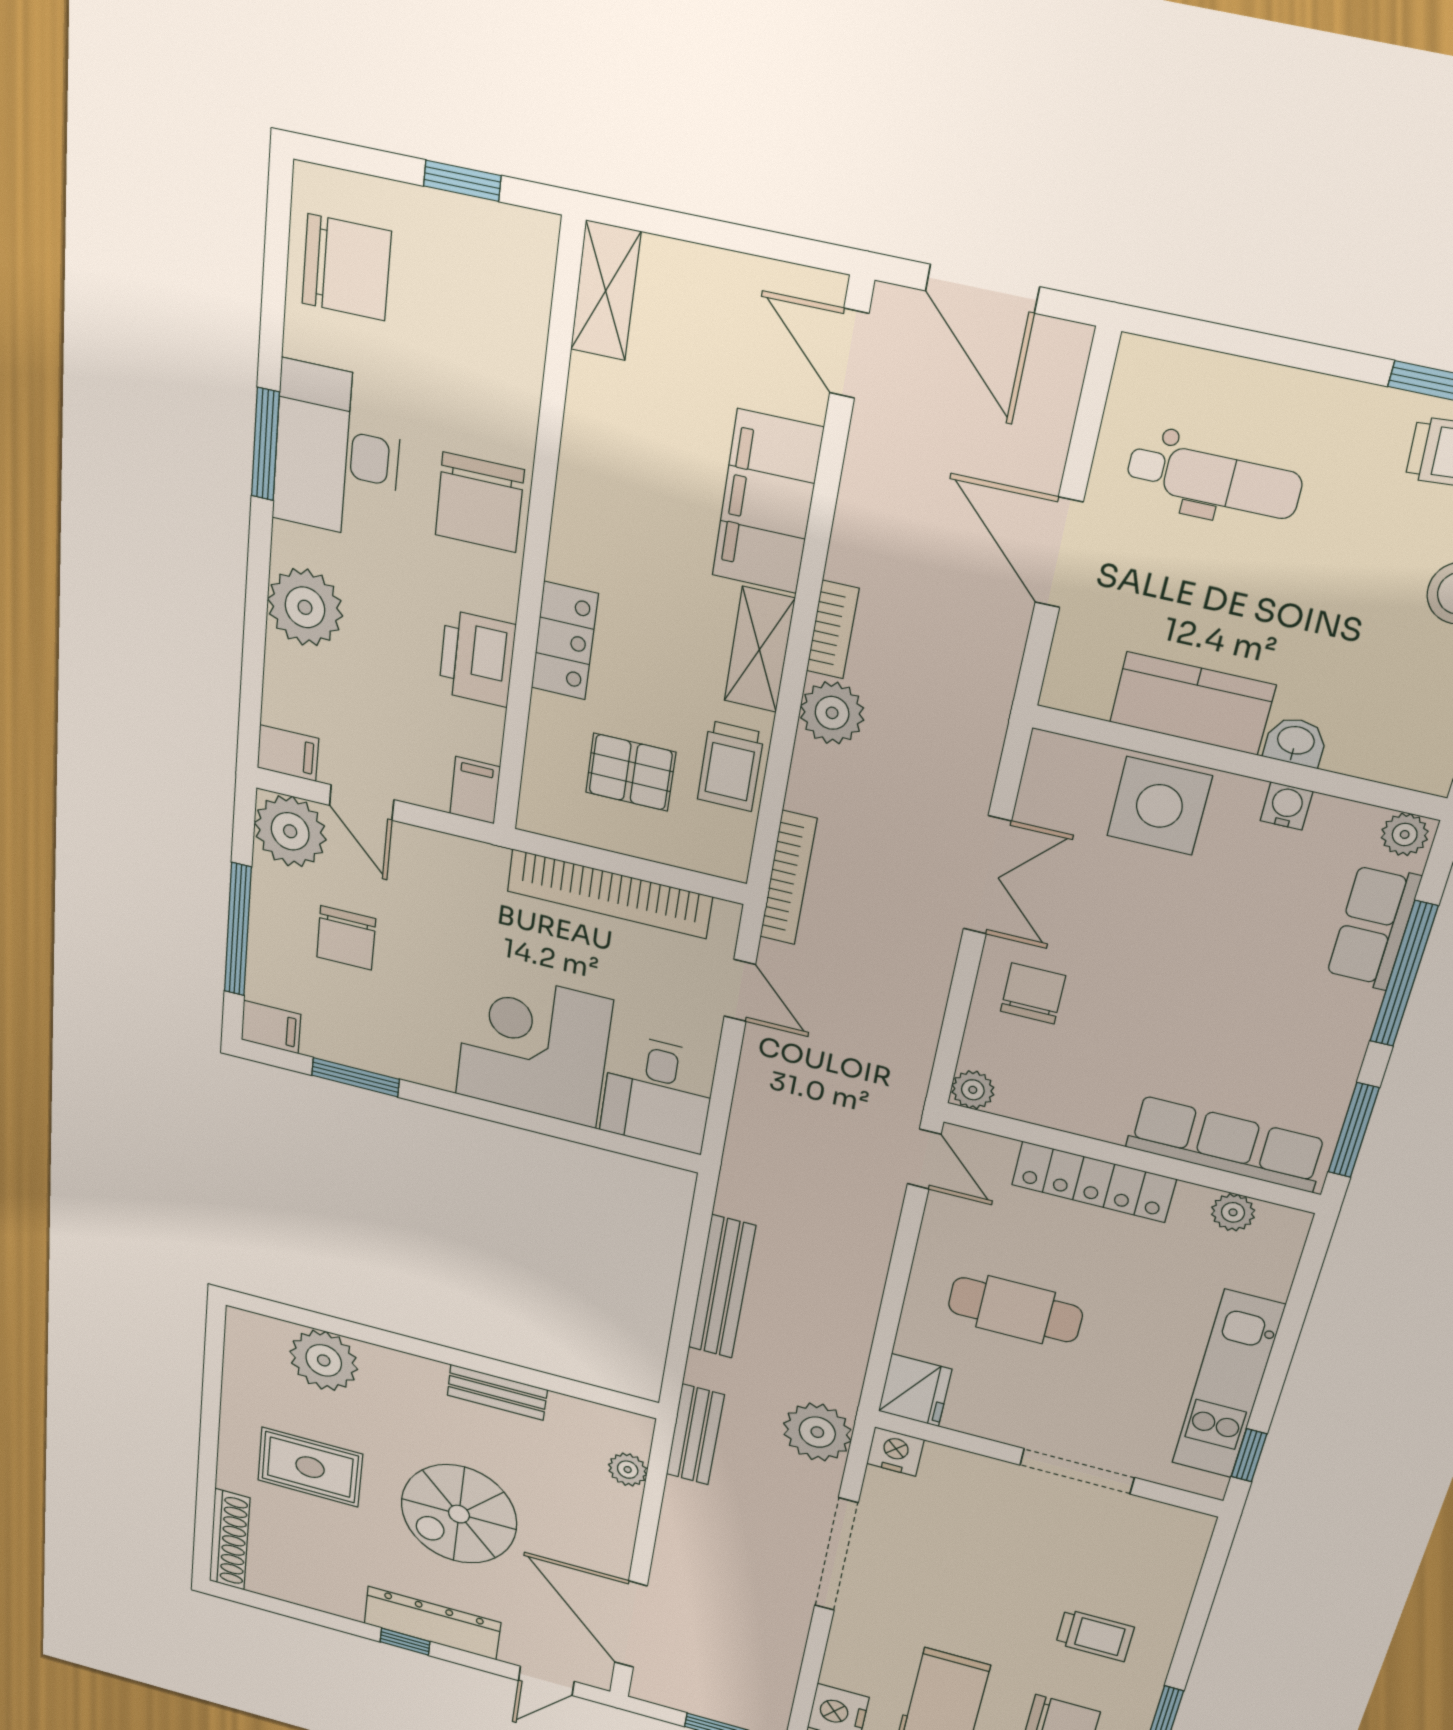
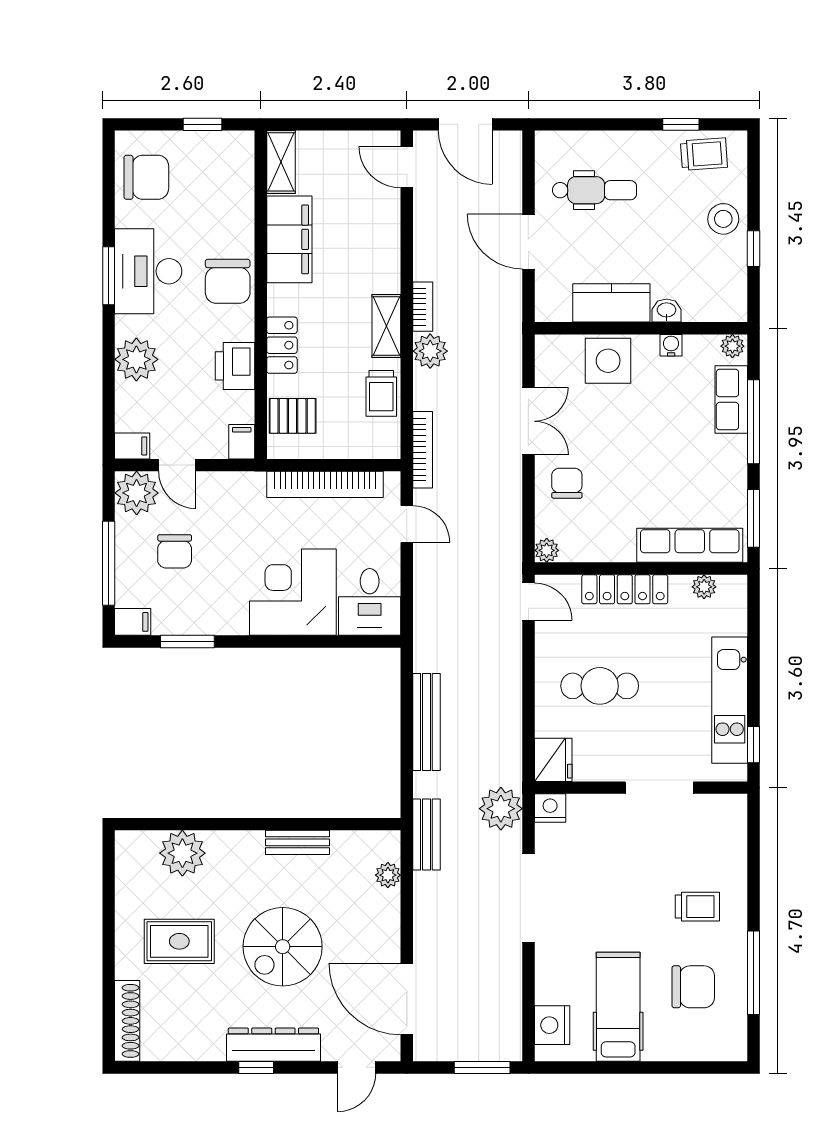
filing cabinet: (767, 502) -> (289, 239), moved, turned 180
pallet: (631, 772) -> (293, 416), moved

